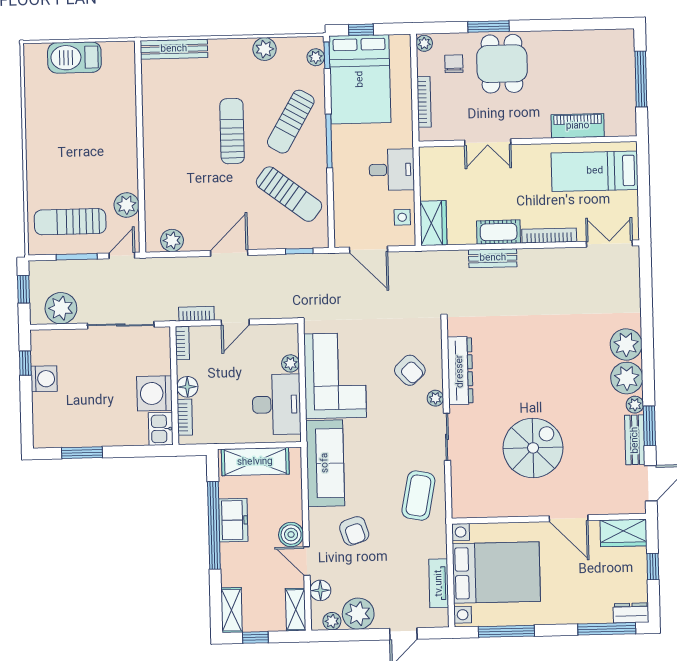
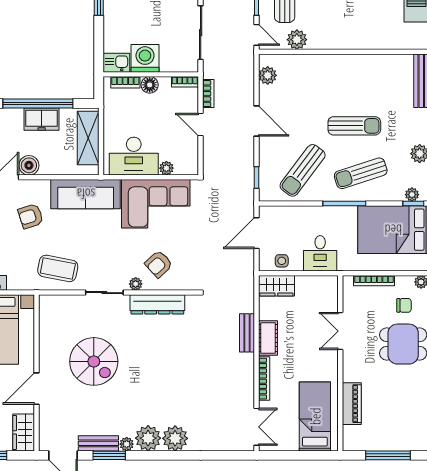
sun lounger: (291, 122) -> (361, 173), turned -48

